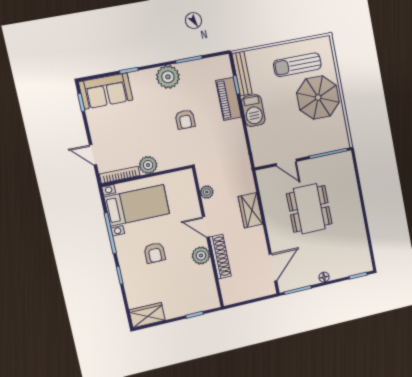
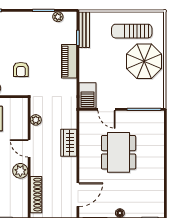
plant: (168, 77) -> (58, 17), moved, width x0.53, depth x0.53
piano: (229, 99) -> (69, 61), moved
barbecue: (253, 111) -> (88, 95), moved
armchair: (185, 119) -> (21, 70), moved
shoe rack: (220, 257) -> (36, 195), moved

